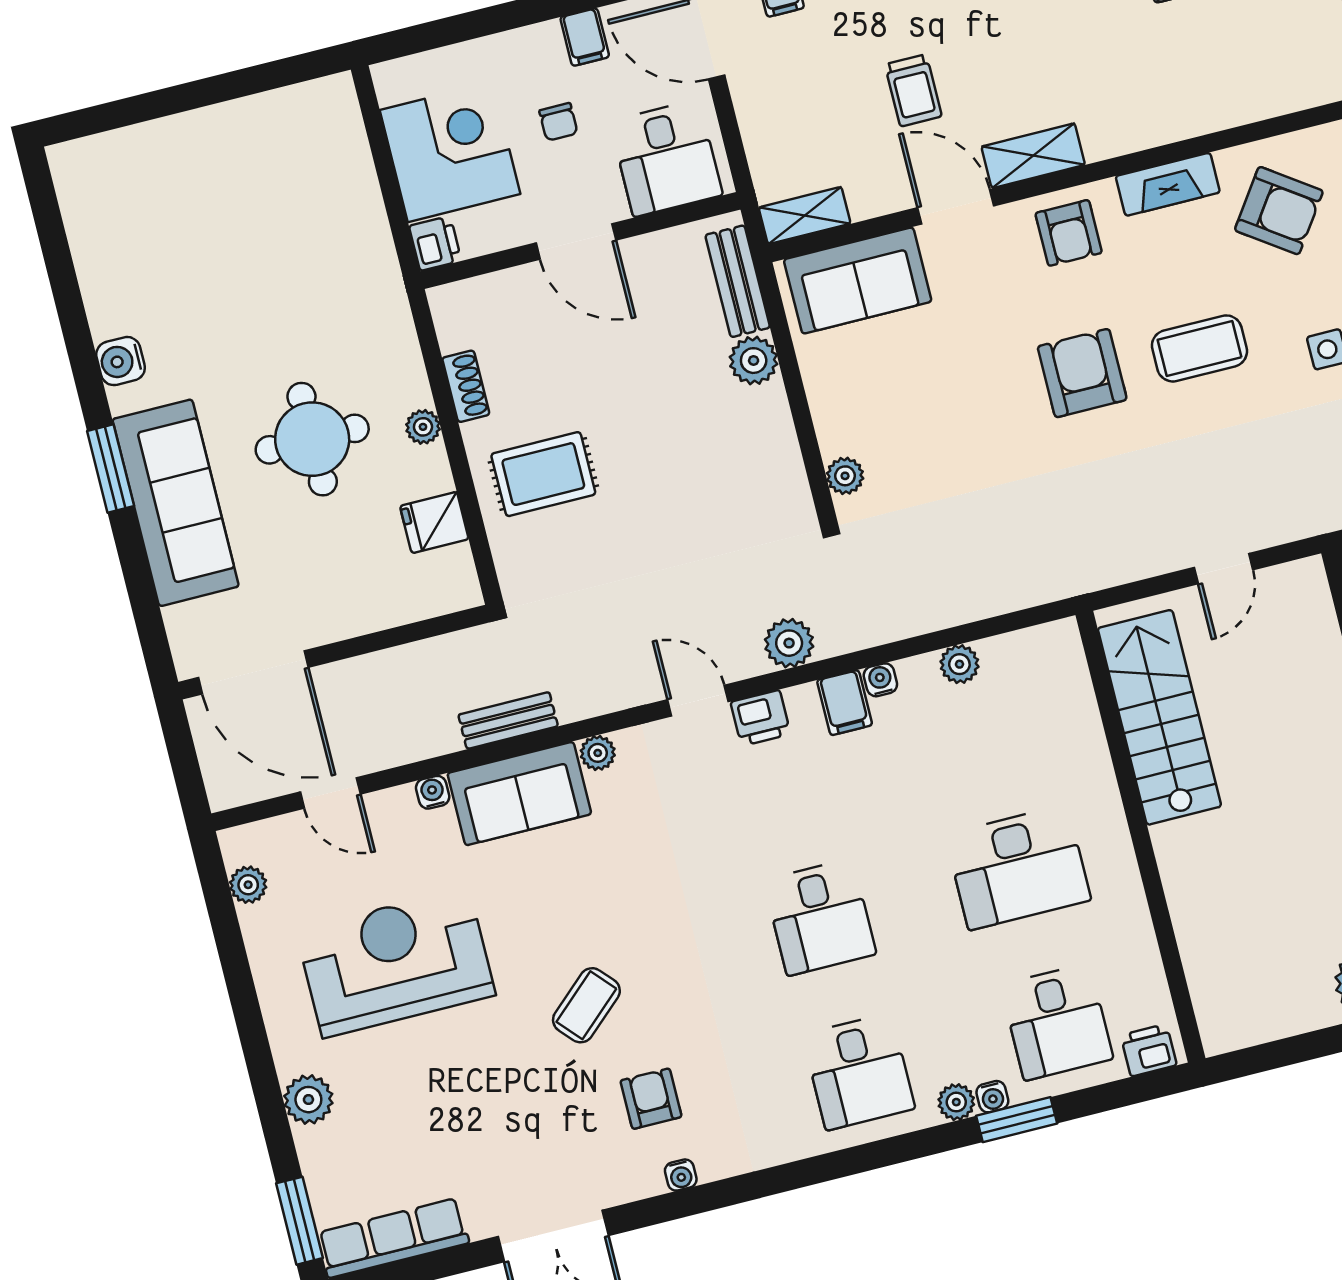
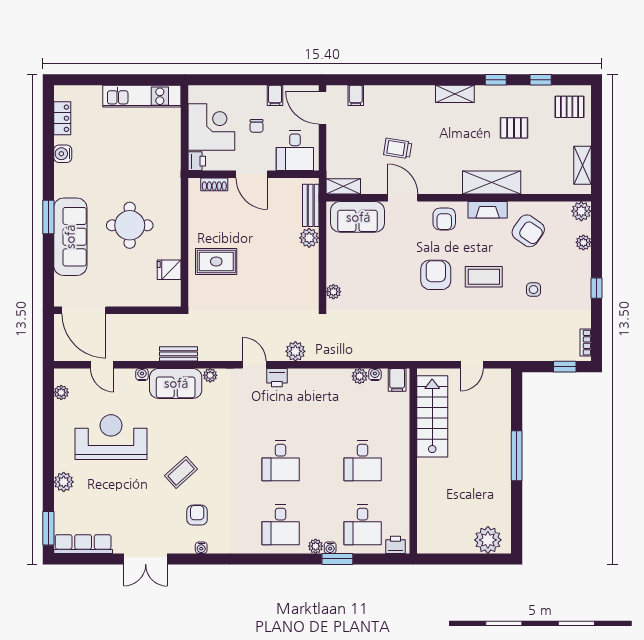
trolley: (913, 90) -> (398, 148), turned 99
kitchen unit: (263, 120) -> (142, 96), added
shelving: (1033, 156) -> (492, 183), moved, width x1.50, depth x1.33
locker: (84, 221) -> (62, 118), added
water cooler: (121, 361) -> (63, 154), moved
shoe rack: (466, 386) -> (214, 184), moved, turned 90
plant: (423, 427) -> (174, 231), removed
water cooler: (880, 680) -> (375, 374), moved
filing cabinet: (845, 703) -> (397, 380), moved
desk: (1018, 867) -> (363, 461), width x0.73

